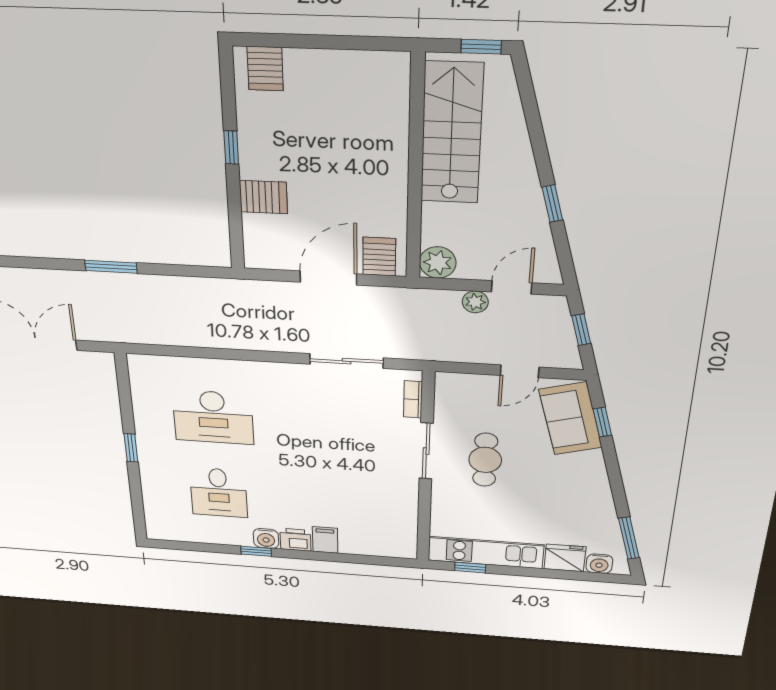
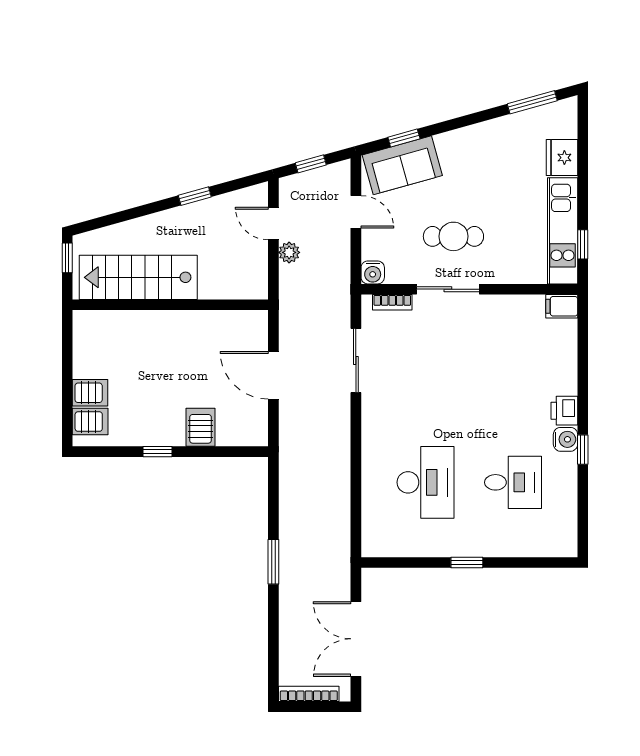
server rack: (379, 257) -> (90, 393), moved, turned 180
plant: (438, 262) -> (253, 285), removed
filing cabinet: (325, 540) -> (562, 306), moved
water cooler: (599, 564) -> (373, 272), moved, turned 90

